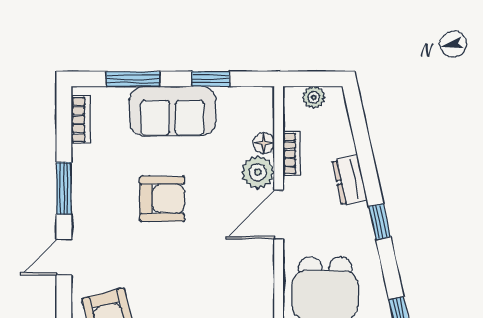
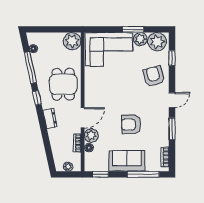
window: (133, 79) -> (143, 174), width x1.44
window: (211, 79) -> (101, 174), moved
dresser: (350, 180) -> (50, 119), moved
window: (380, 222) -> (37, 98), moved

